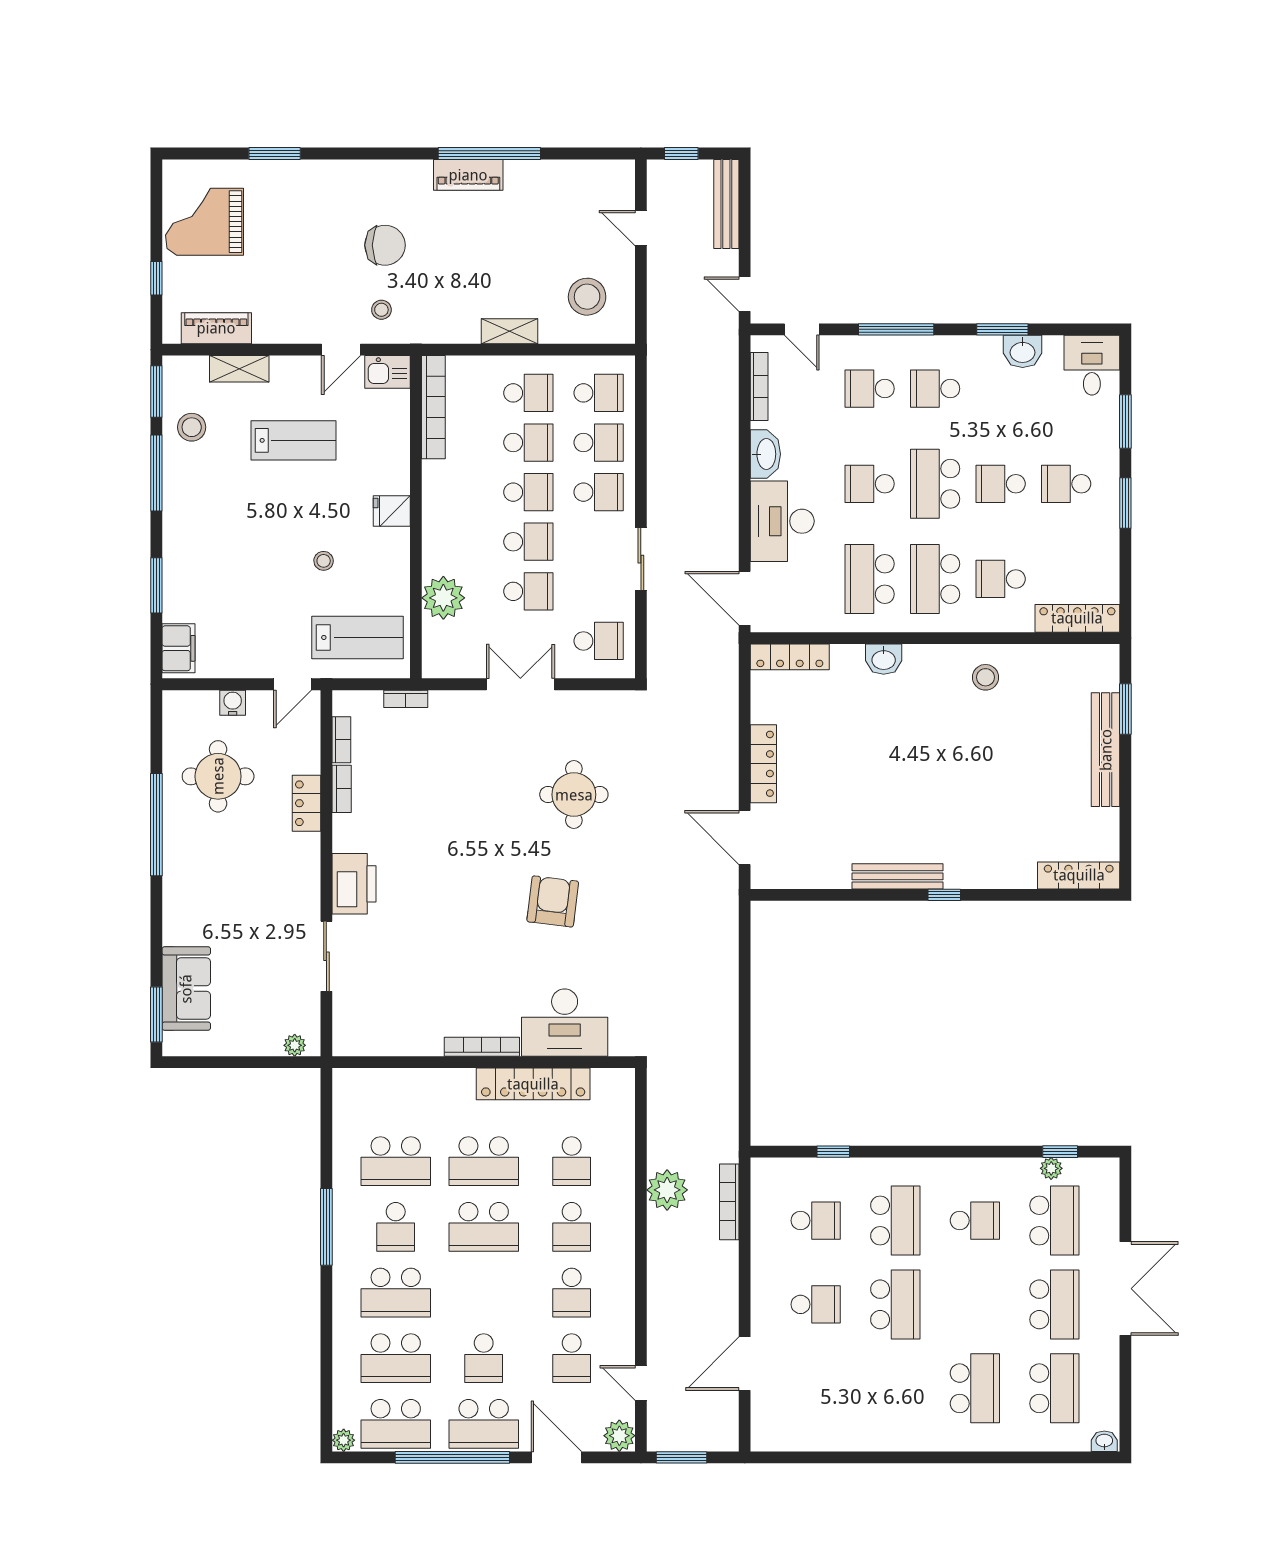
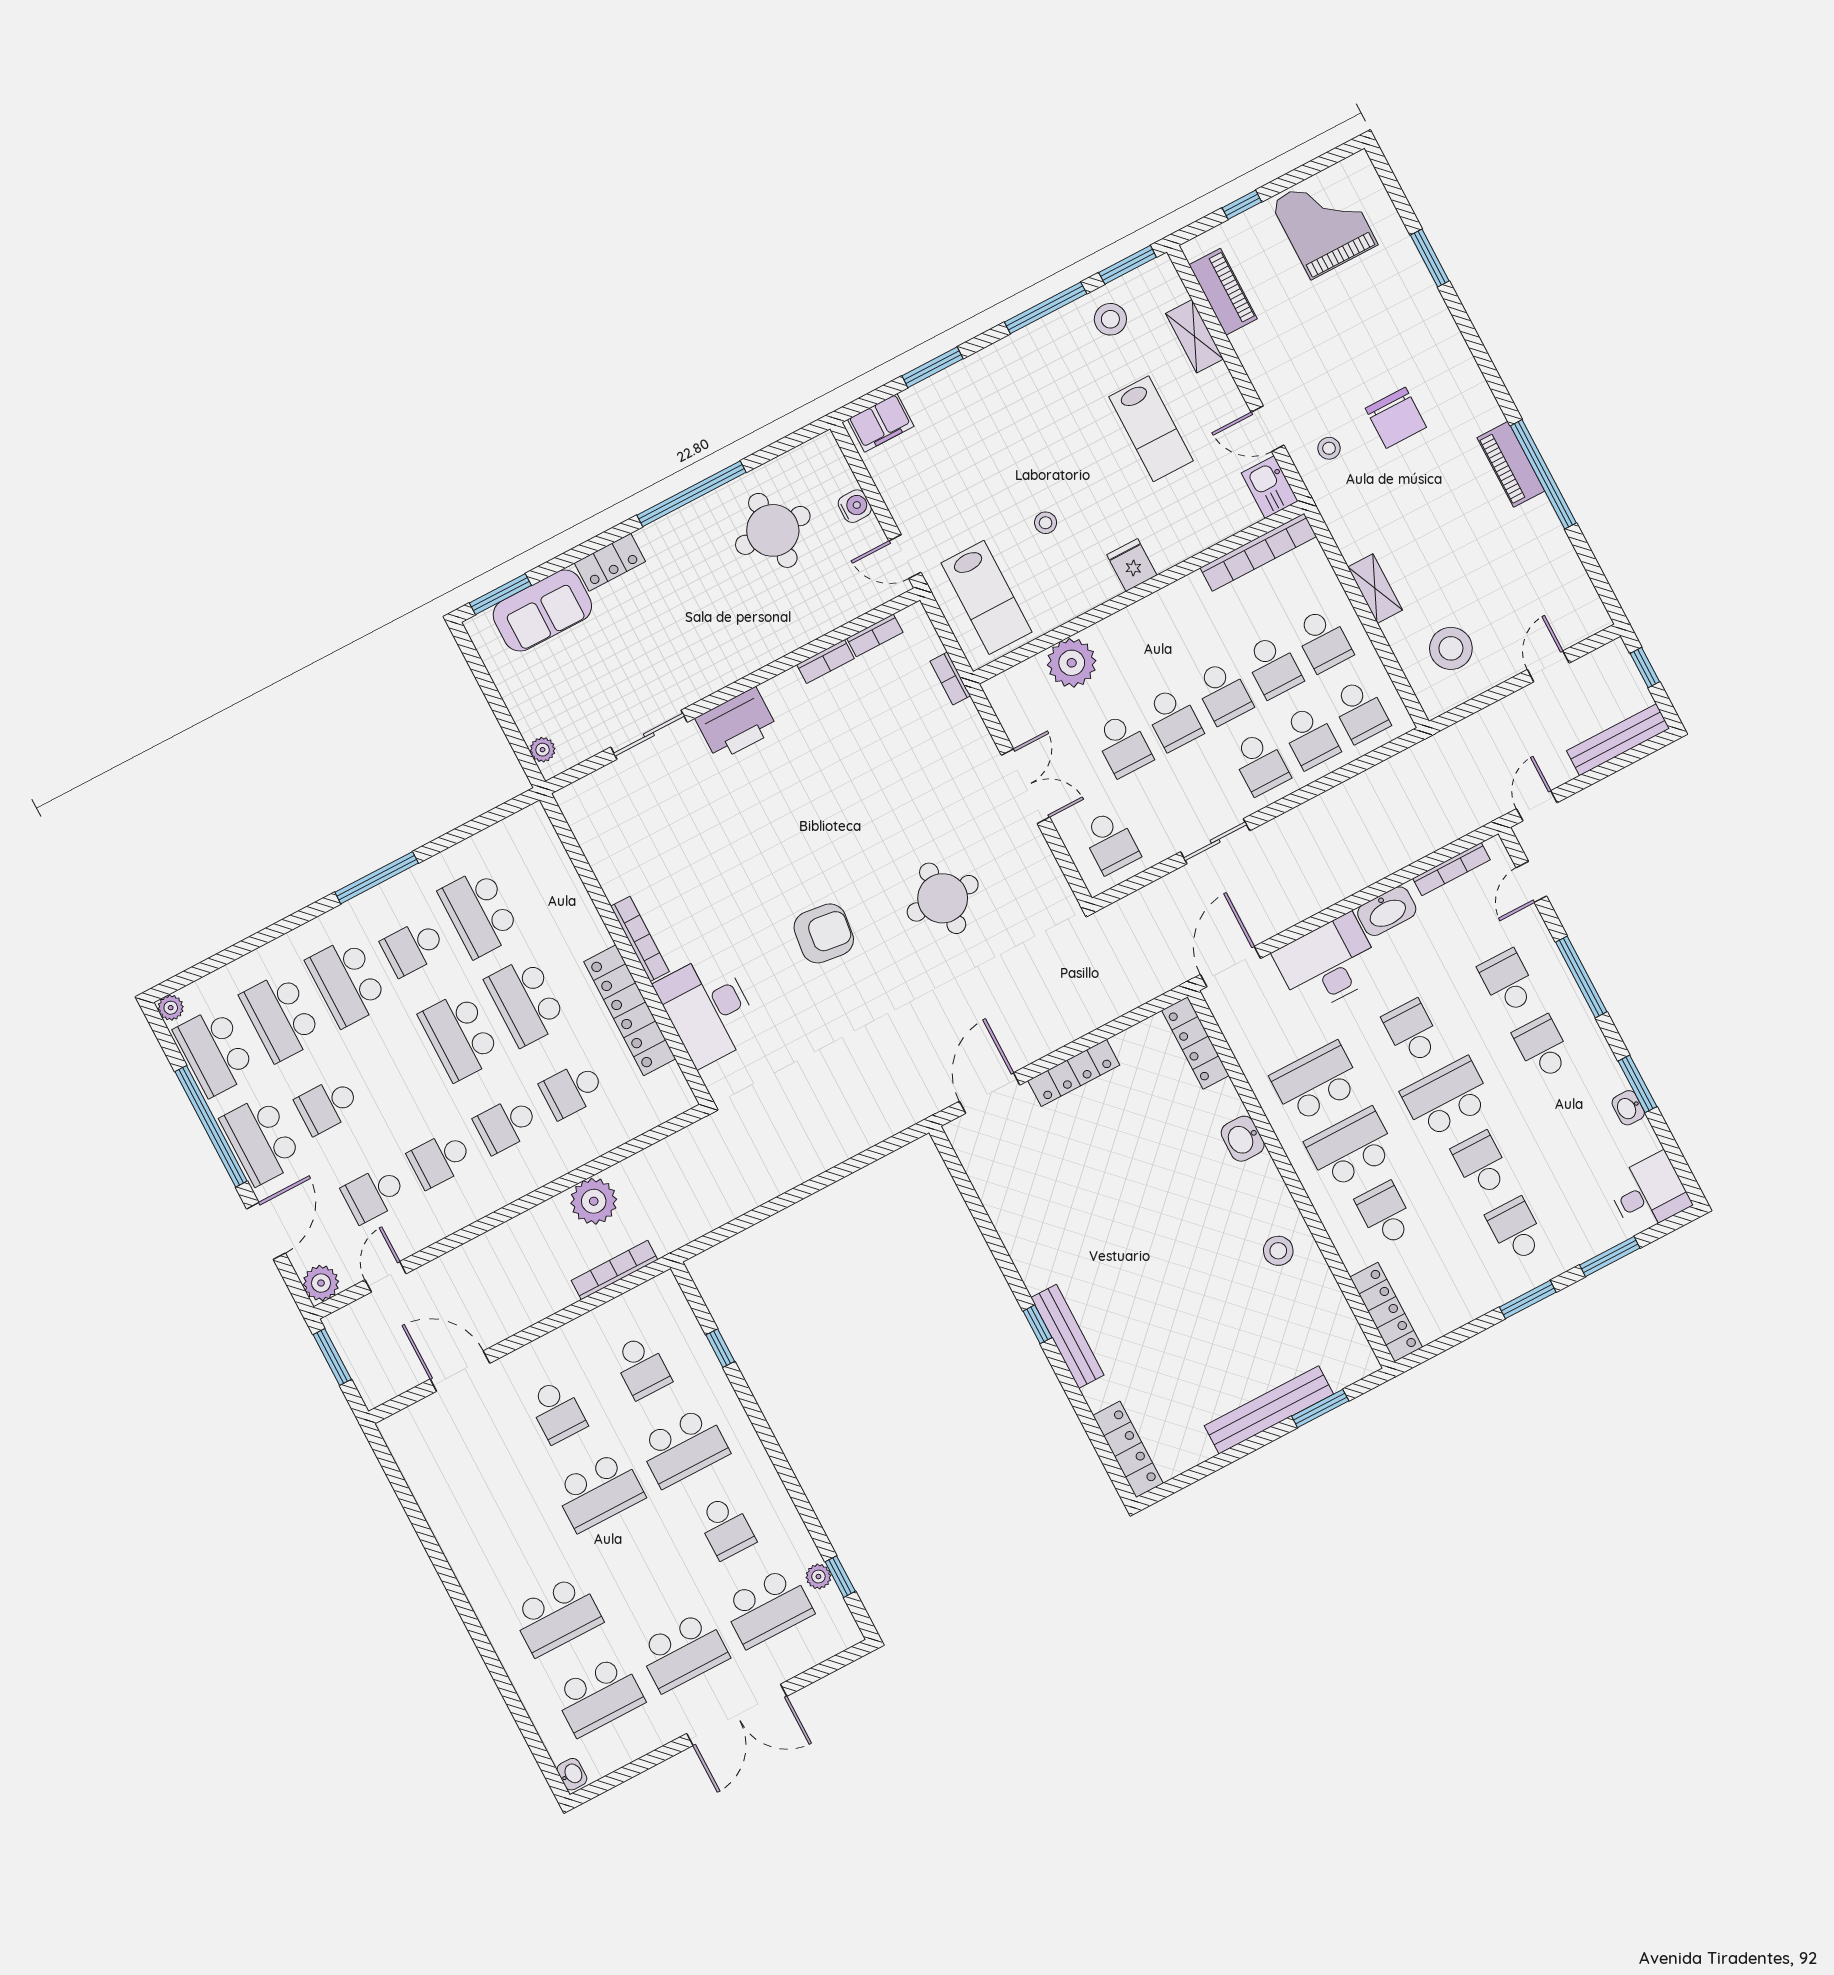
washbasin: (1023, 351) -> (1628, 1108), width x0.72, depth x0.69
locker: (306, 803) -> (610, 562), moved, turned 180
bench: (898, 876) -> (1067, 1336), moved

